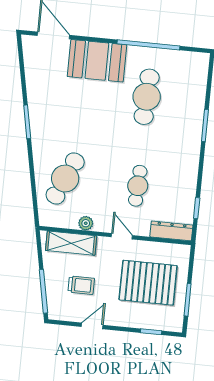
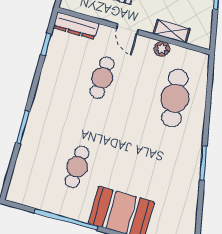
cafe table: (147, 97) -> (77, 167), width x0.73, depth x0.74
cafe table: (65, 178) -> (175, 98), turned -30
shelving: (71, 243) -> (171, 31), width x0.67, depth x0.75

